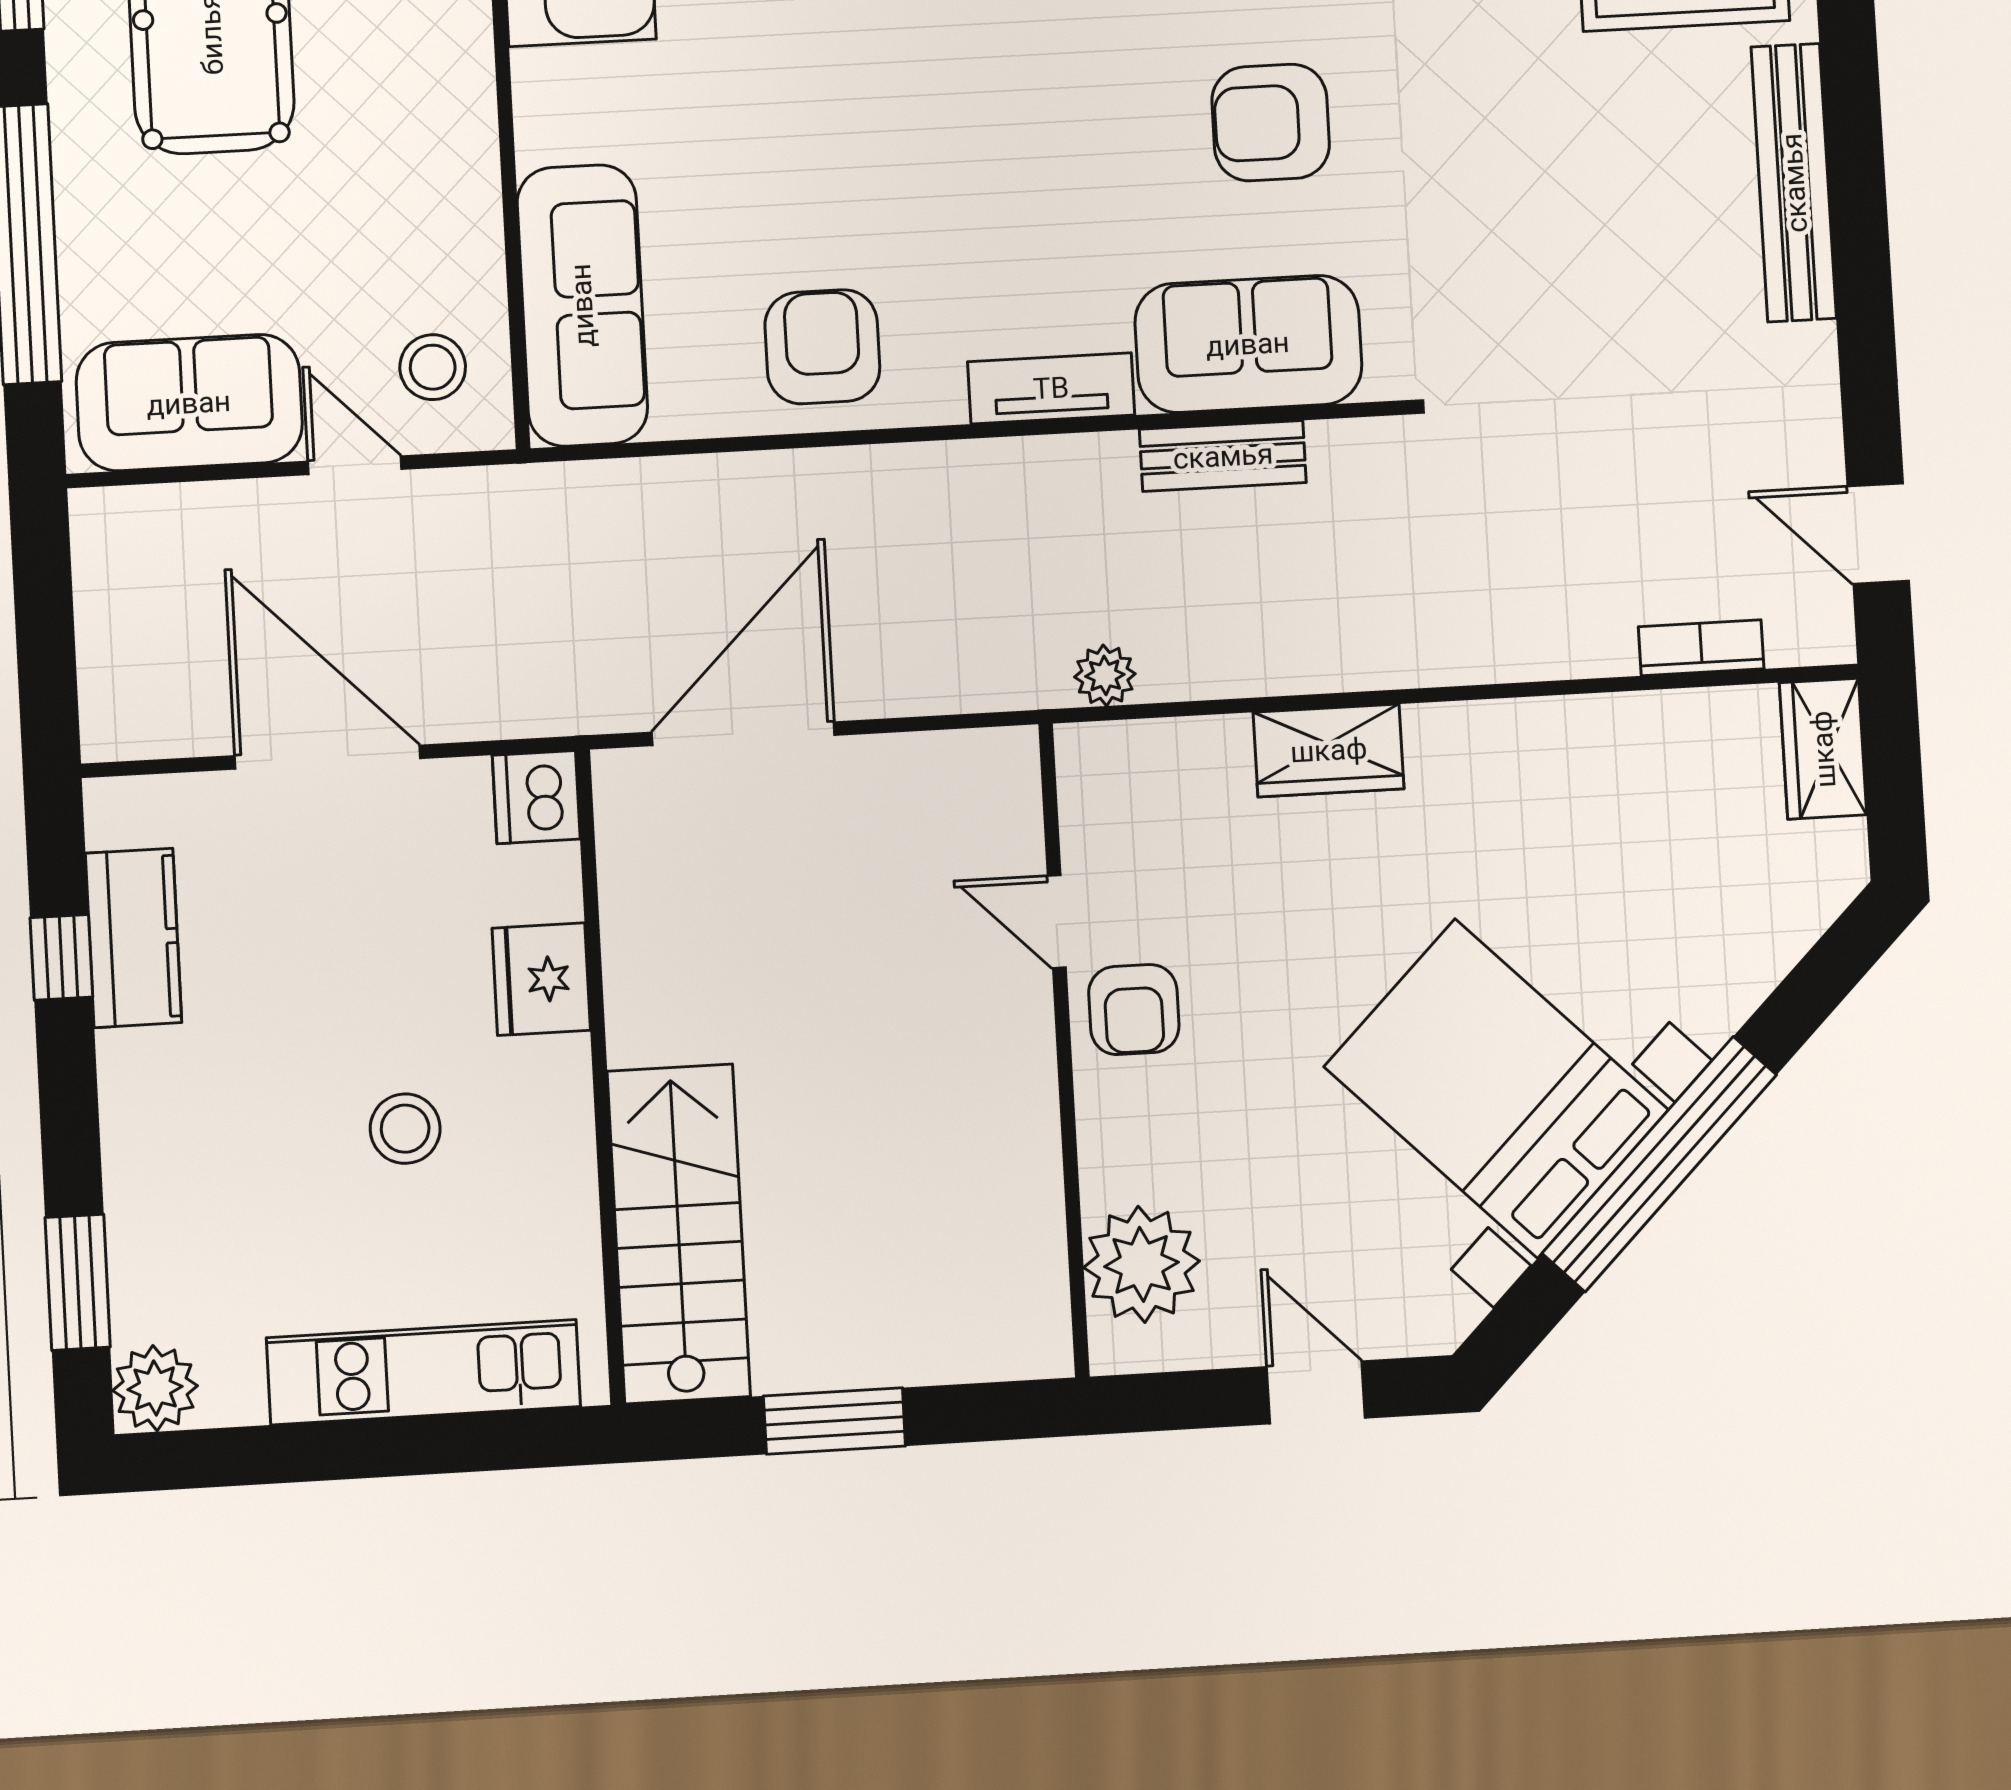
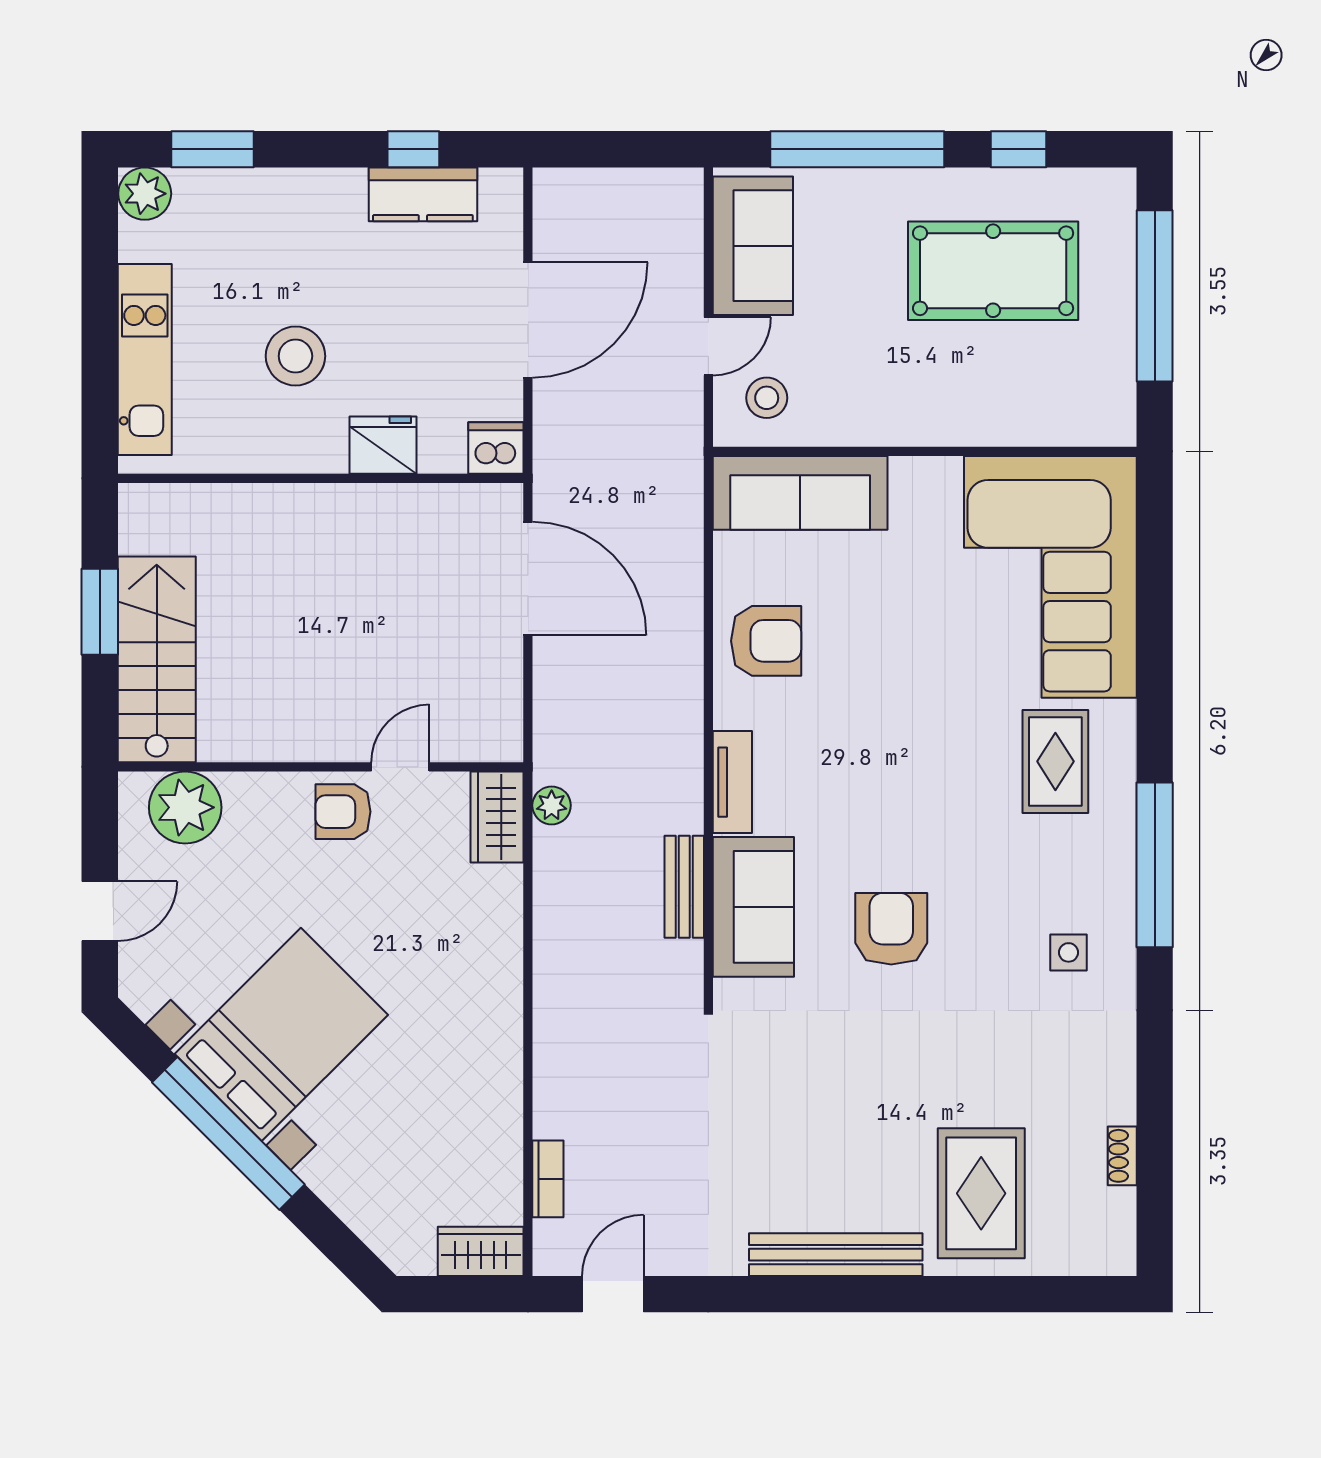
wardrobe: (1329, 750) -> (497, 817), moved
stool: (405, 1129) -> (295, 356), width x1.38, depth x1.38
stairs: (679, 1234) -> (157, 659), moved, turned -90

